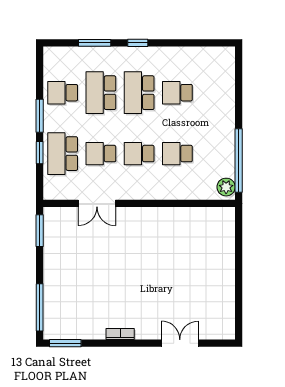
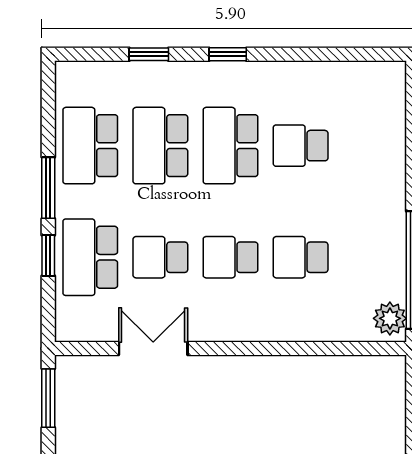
window: (95, 43) -> (149, 54), width x0.67
school desk: (63, 93) -> (90, 146), width x1.85
double door: (97, 203) -> (153, 349), swing flipped

